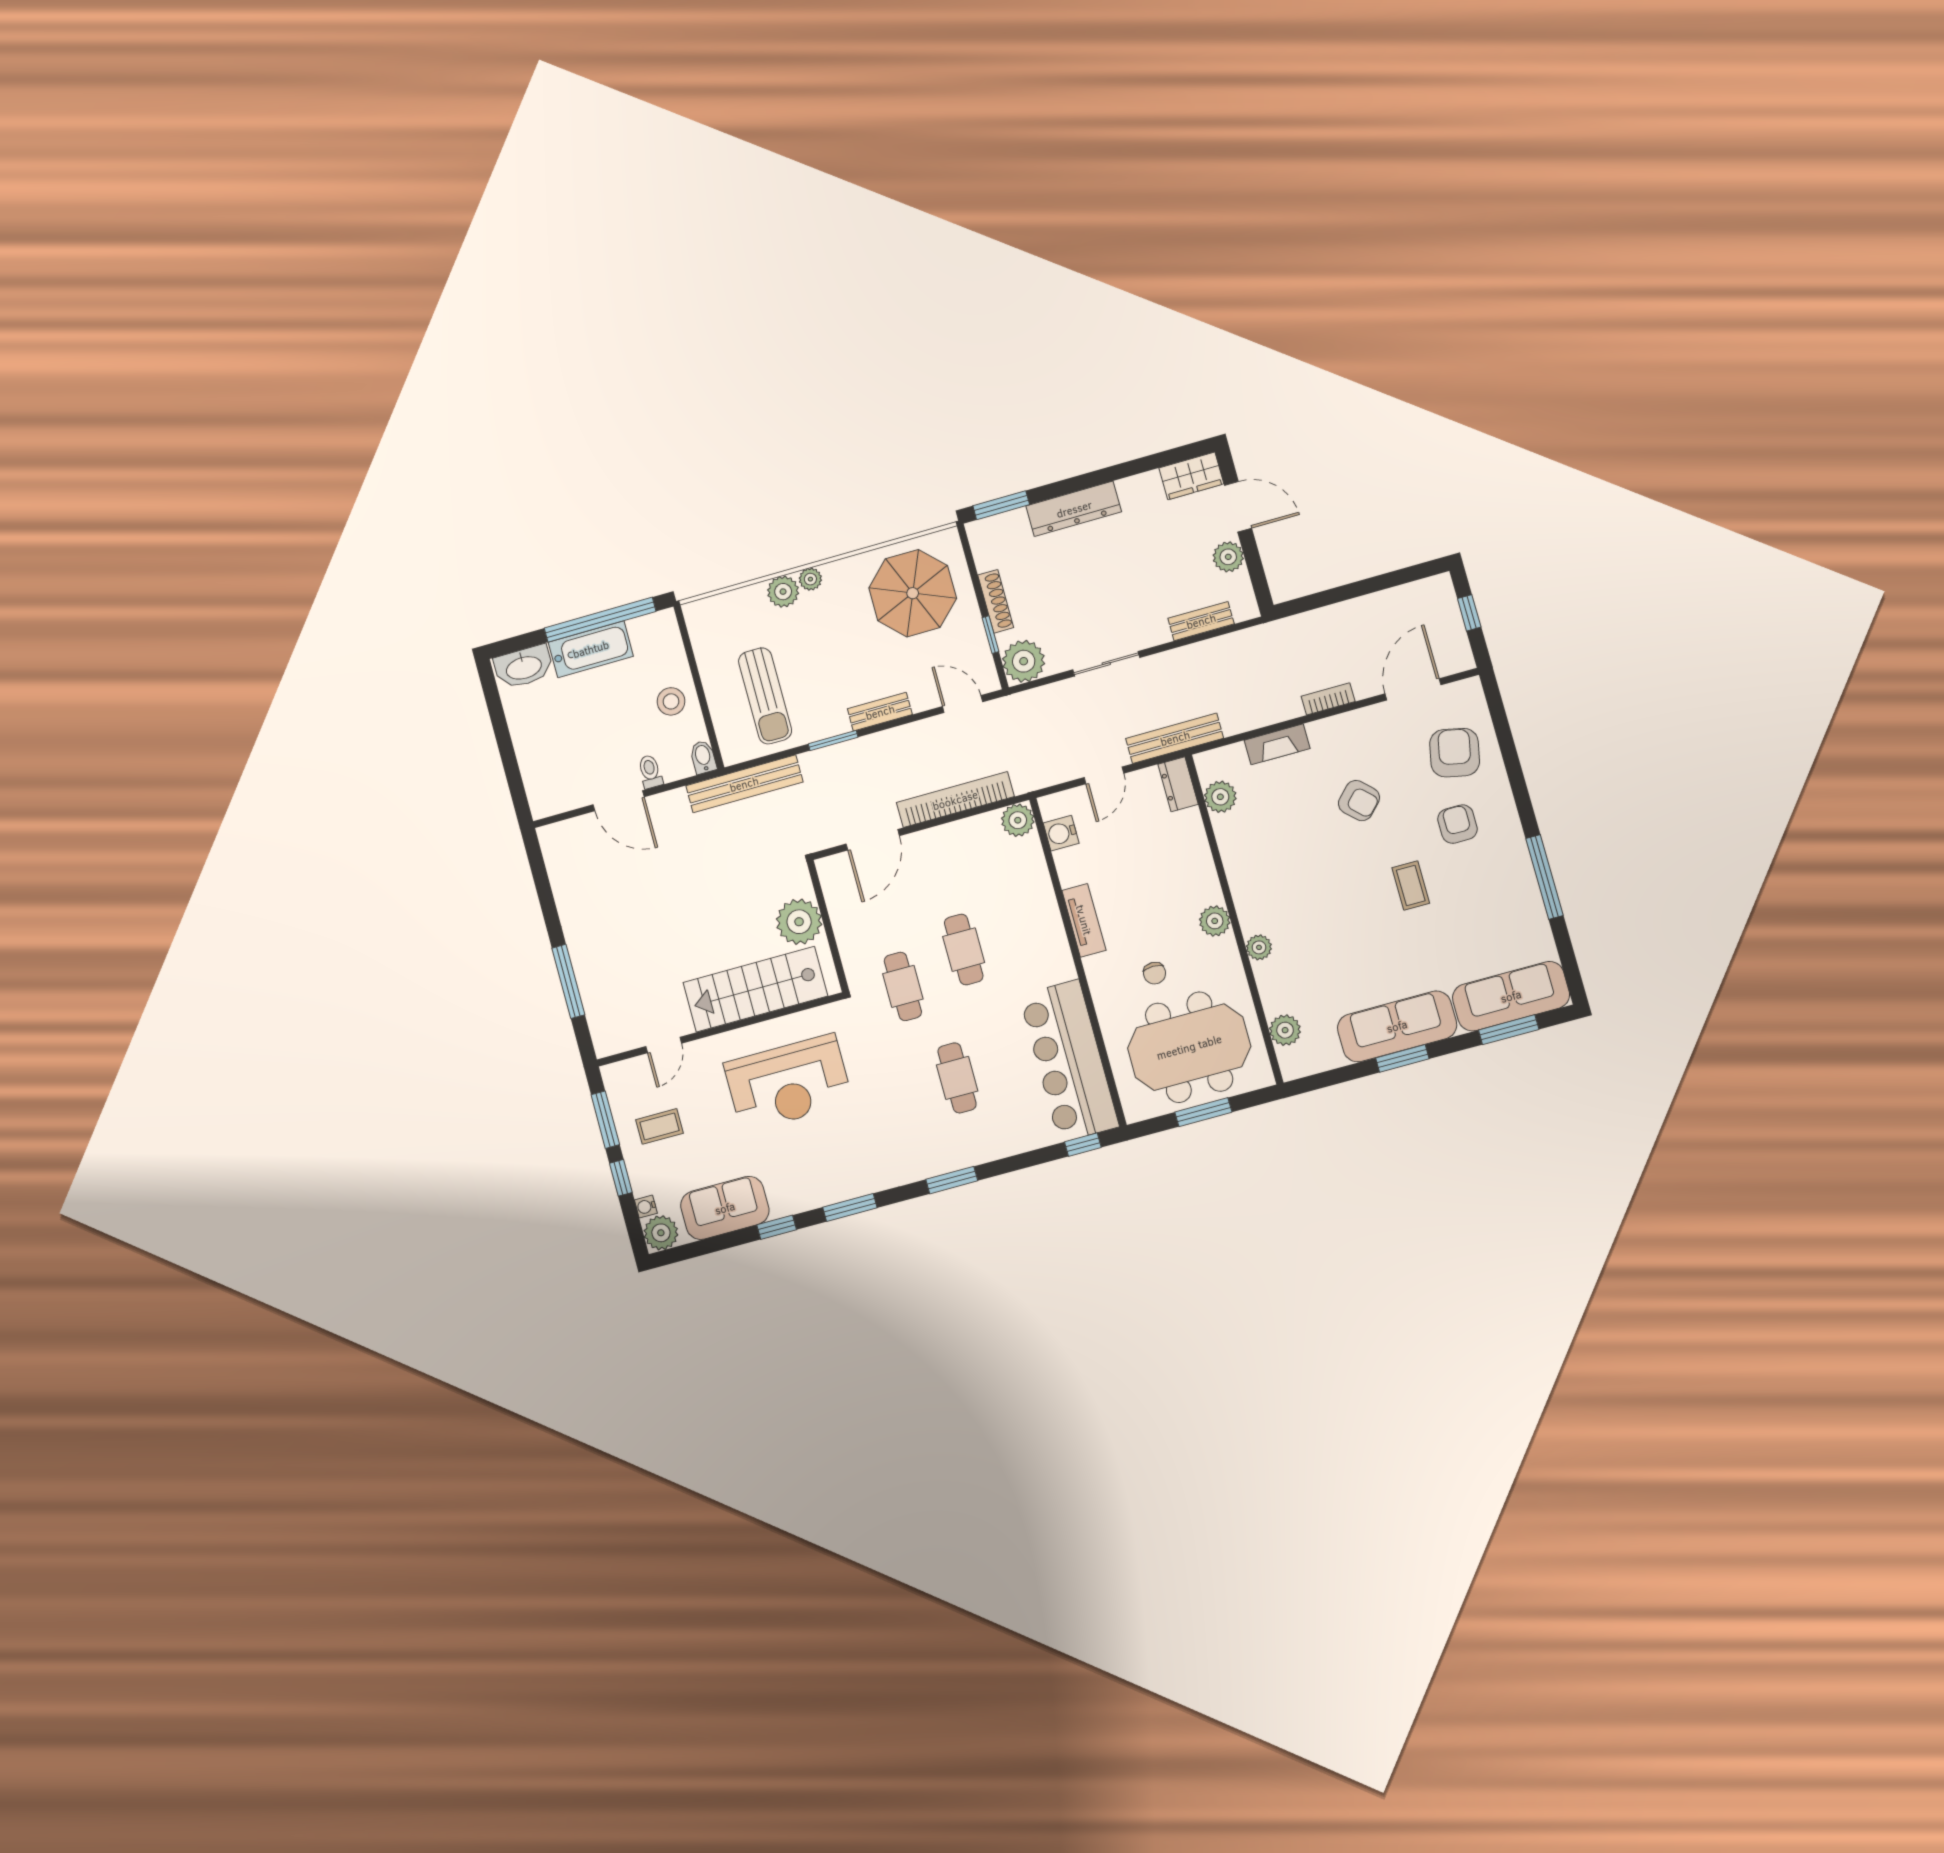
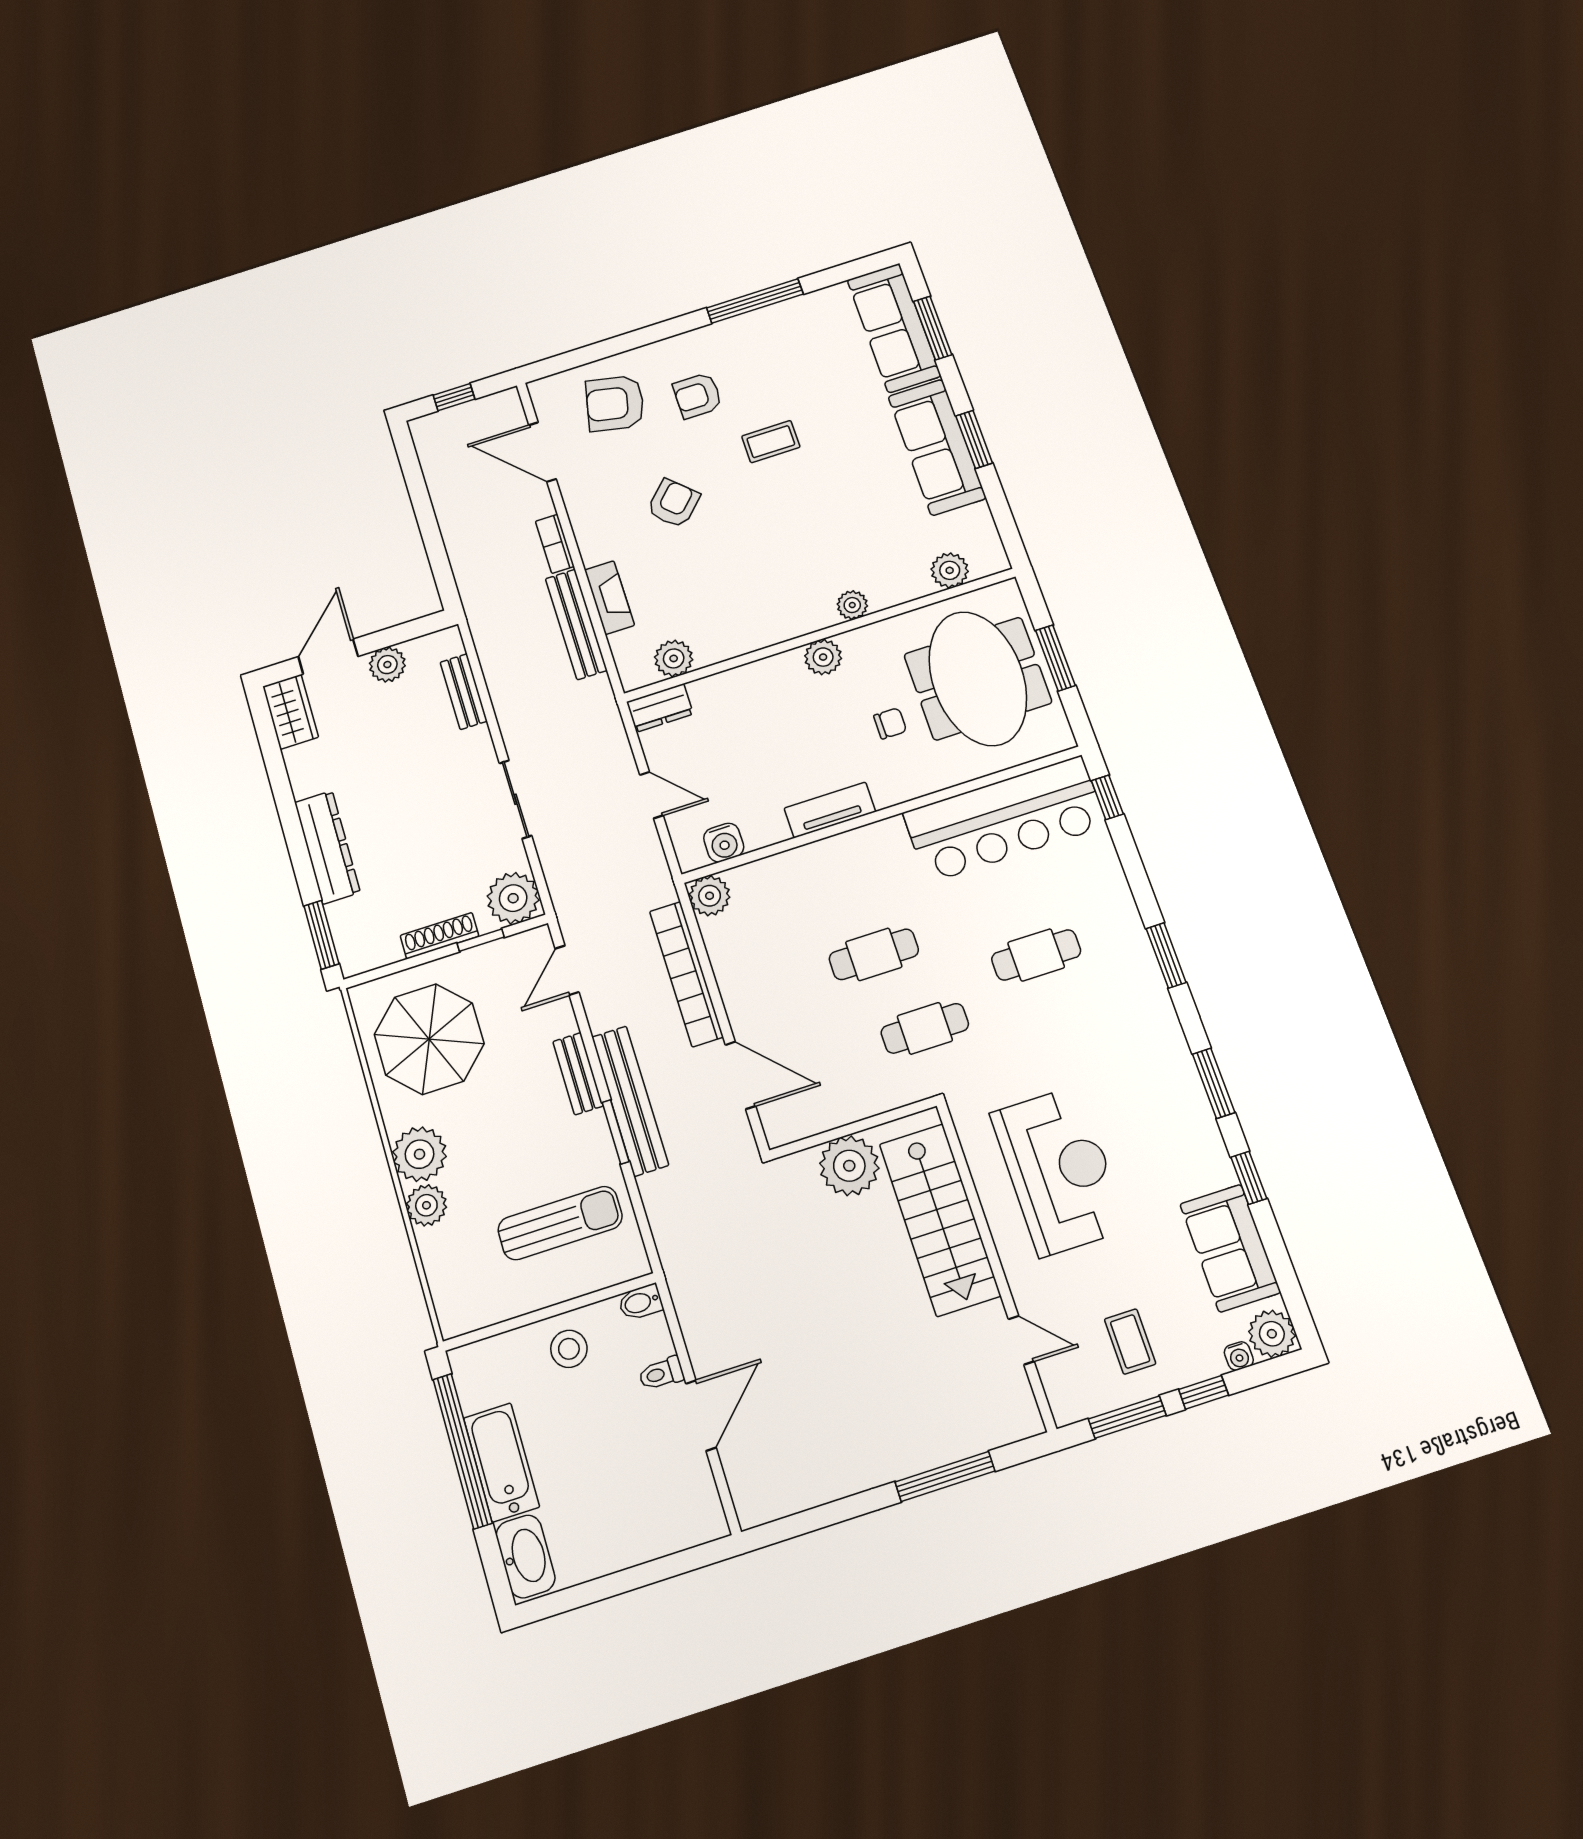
plant: (810, 579) -> (420, 1154), width x1.88, depth x1.88
bench: (1175, 738) -> (576, 624), moved
bench: (744, 784) -> (630, 1101), moved

